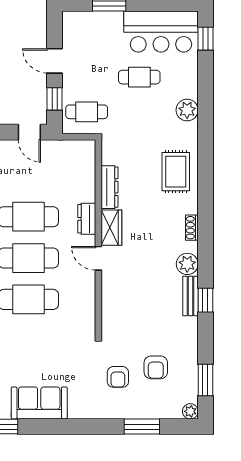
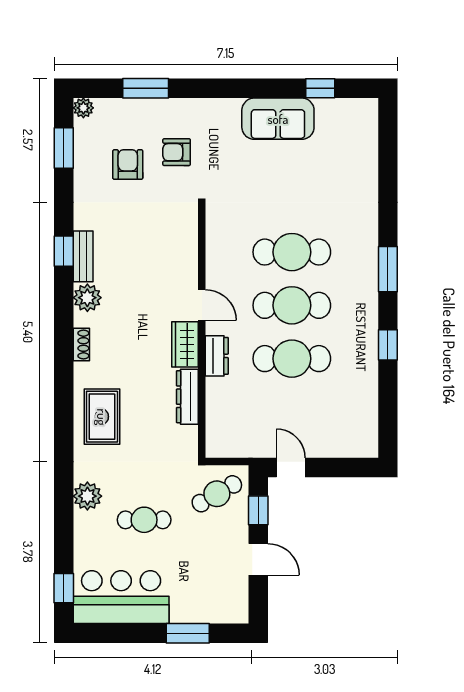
cafe table: (139, 77) -> (144, 520), moved
cafe table: (87, 112) -> (217, 494), turned -30
armchair: (118, 377) -> (177, 152), turned -90

